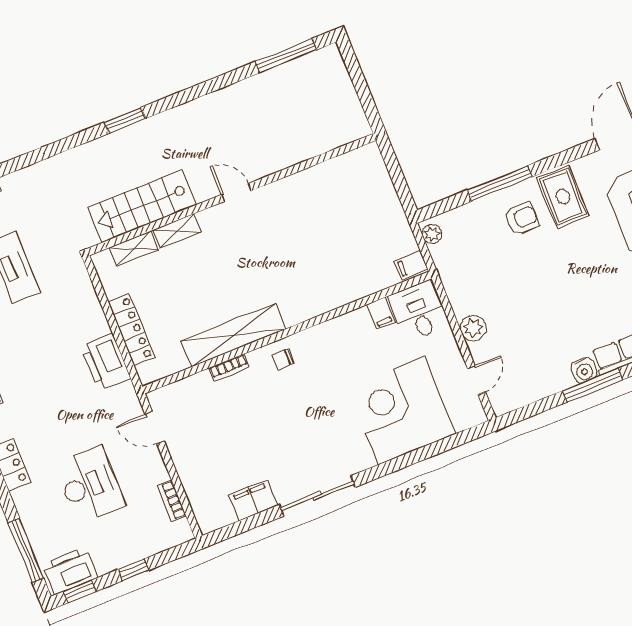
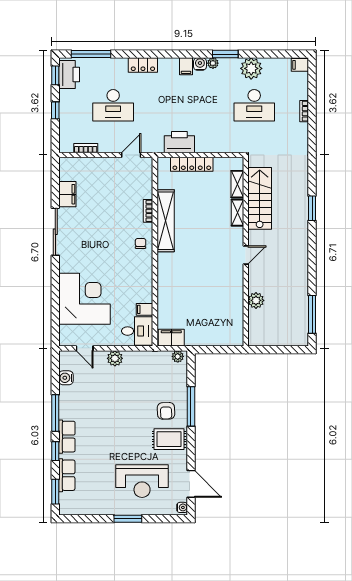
plant: (299, 149) -> (256, 300), added
filing cabinet: (411, 265) -> (171, 338), width x2.00
water cooler: (584, 370) -> (66, 378), moved

